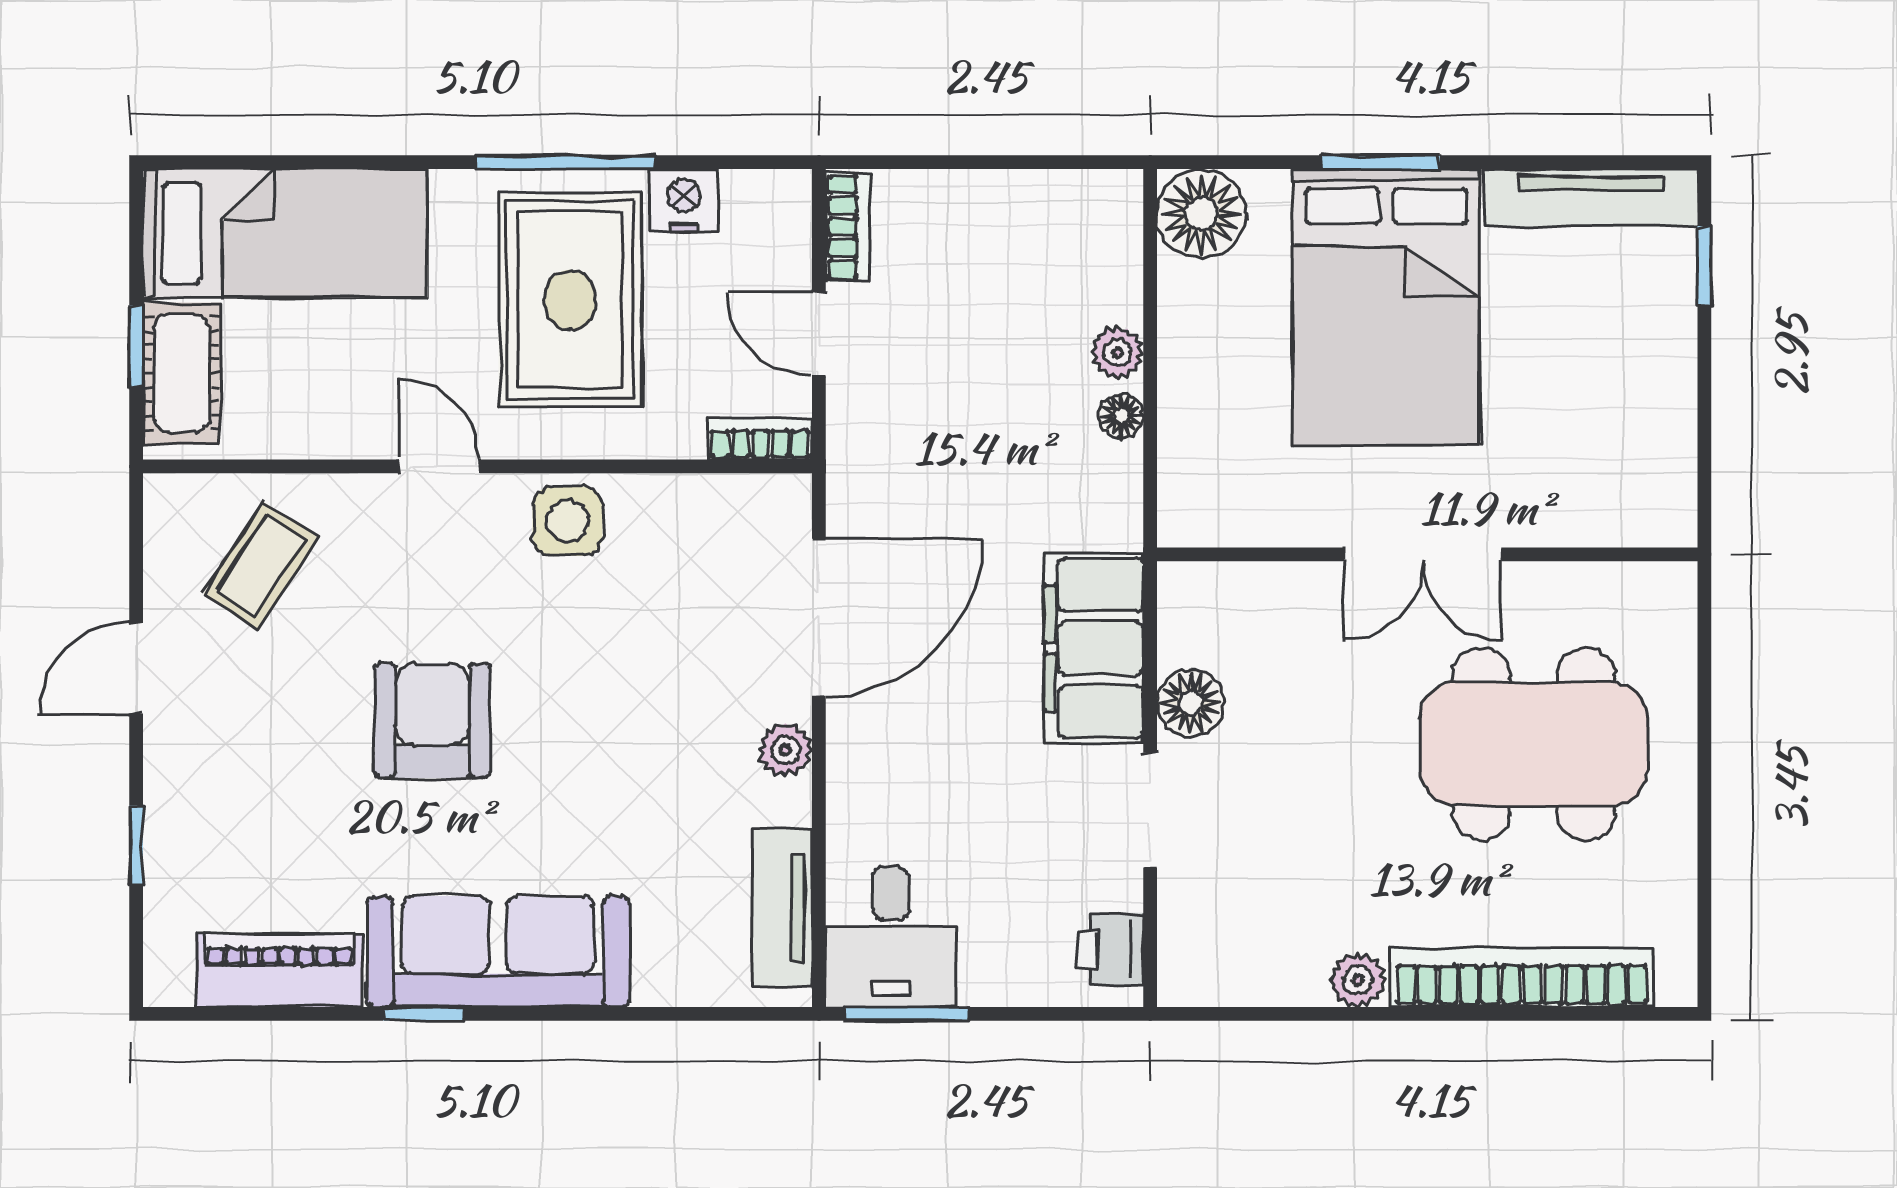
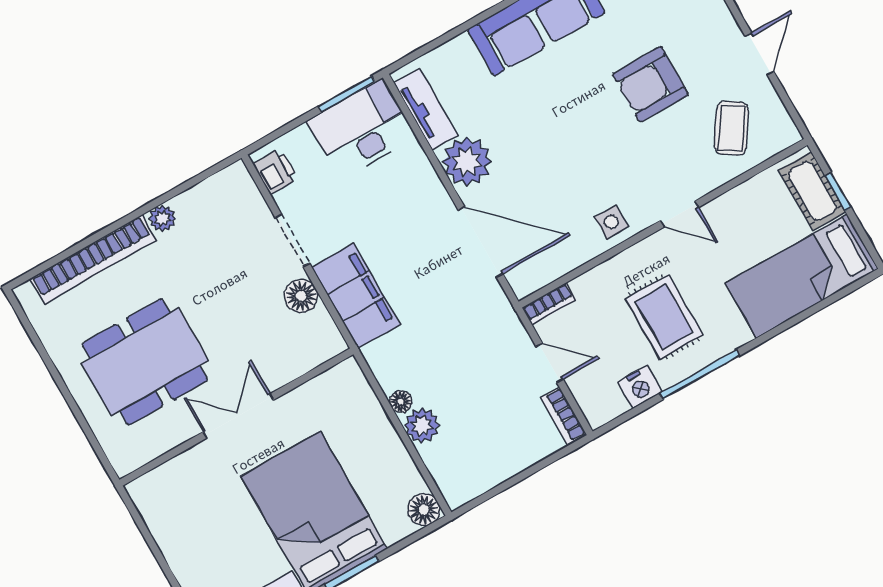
floor lamp: (1202, 214) -> (424, 510), width x0.73, depth x0.73
rug: (570, 300) -> (664, 317), width x0.73, depth x0.70
plant: (1118, 352) -> (422, 425), width x1.38, depth x1.38
side table: (567, 521) -> (611, 222), width x0.73, depth x0.73
door: (819, 617) -> (481, 242), swing flipped
armchair: (432, 720) -> (650, 84), moved, turned 90
plant: (785, 750) -> (467, 162), width x1.88, depth x1.88
desk: (891, 937) -> (362, 129), width x1.37

